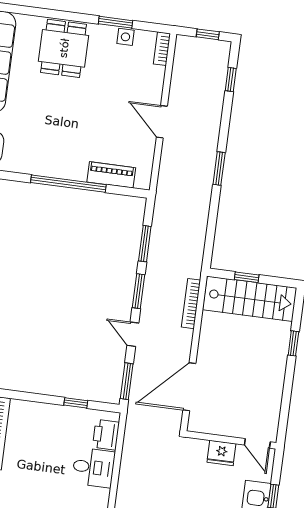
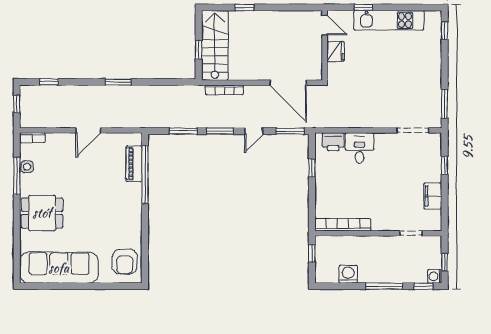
window: (116, 22) -> (17, 176), width x1.44
window: (68, 184) -> (145, 175), moved
door: (257, 443) -> (325, 25), hinge flipped

